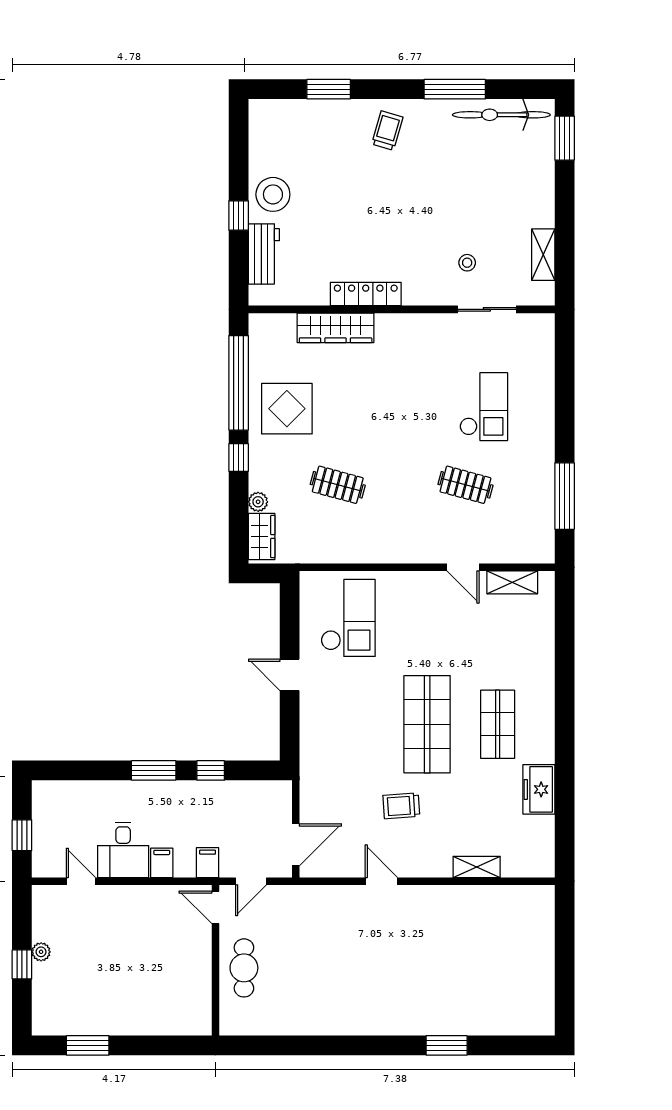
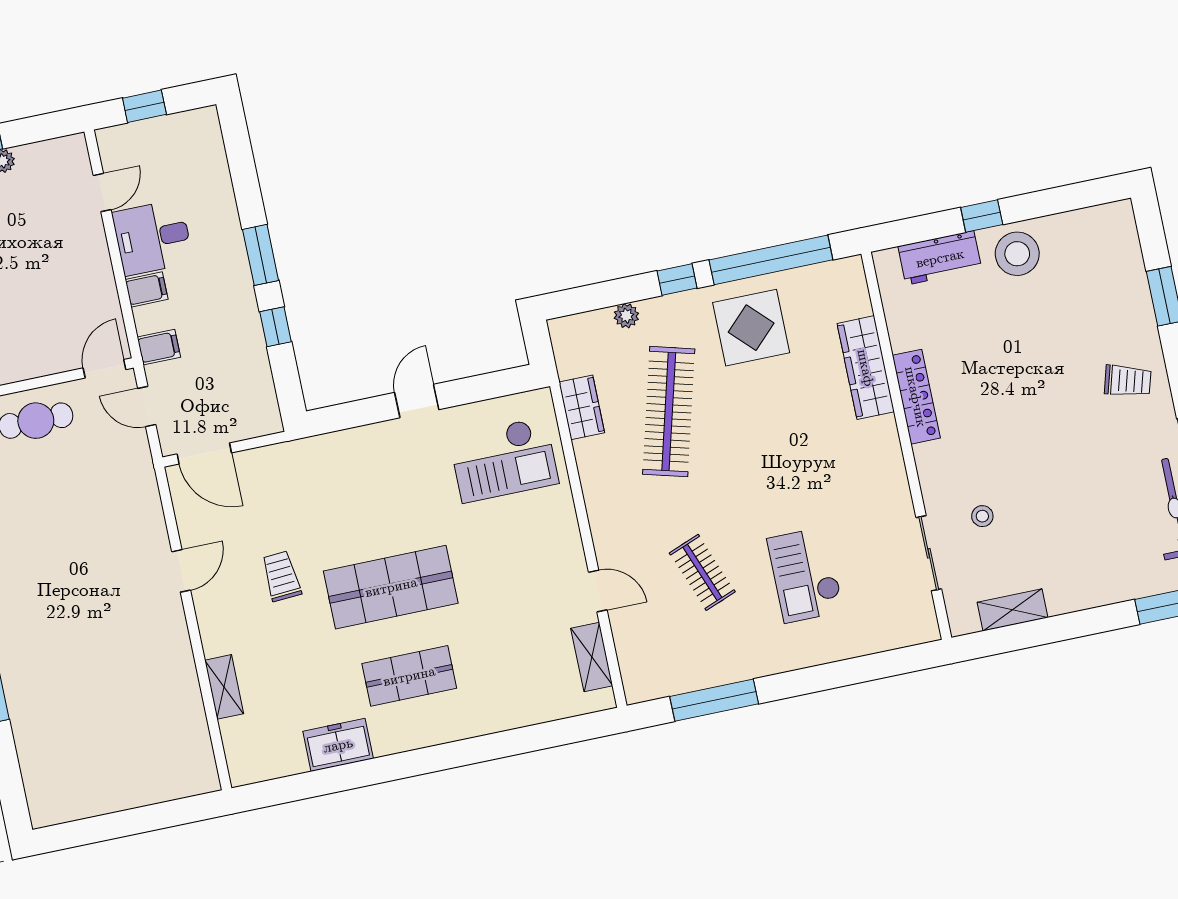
checkout: (484, 407) -> (805, 575), turned 90
clothes rail: (338, 485) -> (669, 412), width x1.86, depth x1.31
clothes rail: (465, 485) -> (702, 572), turned -36
wardrobe: (262, 537) -> (582, 407), moved, turned -90
door: (463, 567) -> (598, 591), swing flipped

